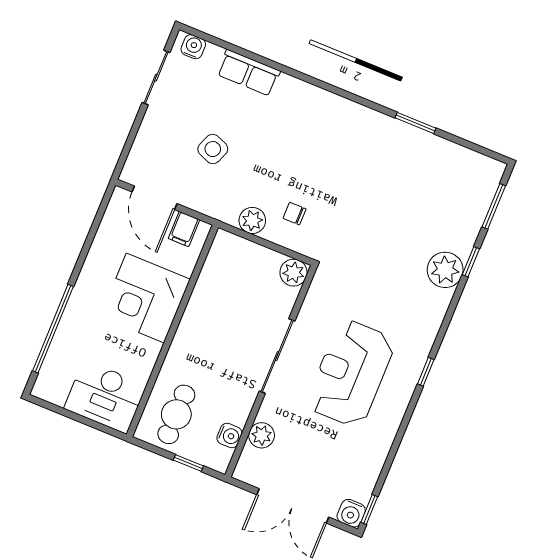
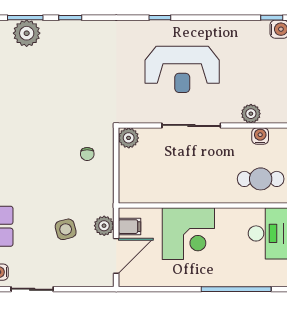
side table: (213, 149) -> (66, 229), turned -36
plant: (252, 220) -> (104, 226), moved
plant: (445, 270) -> (27, 33), moved

